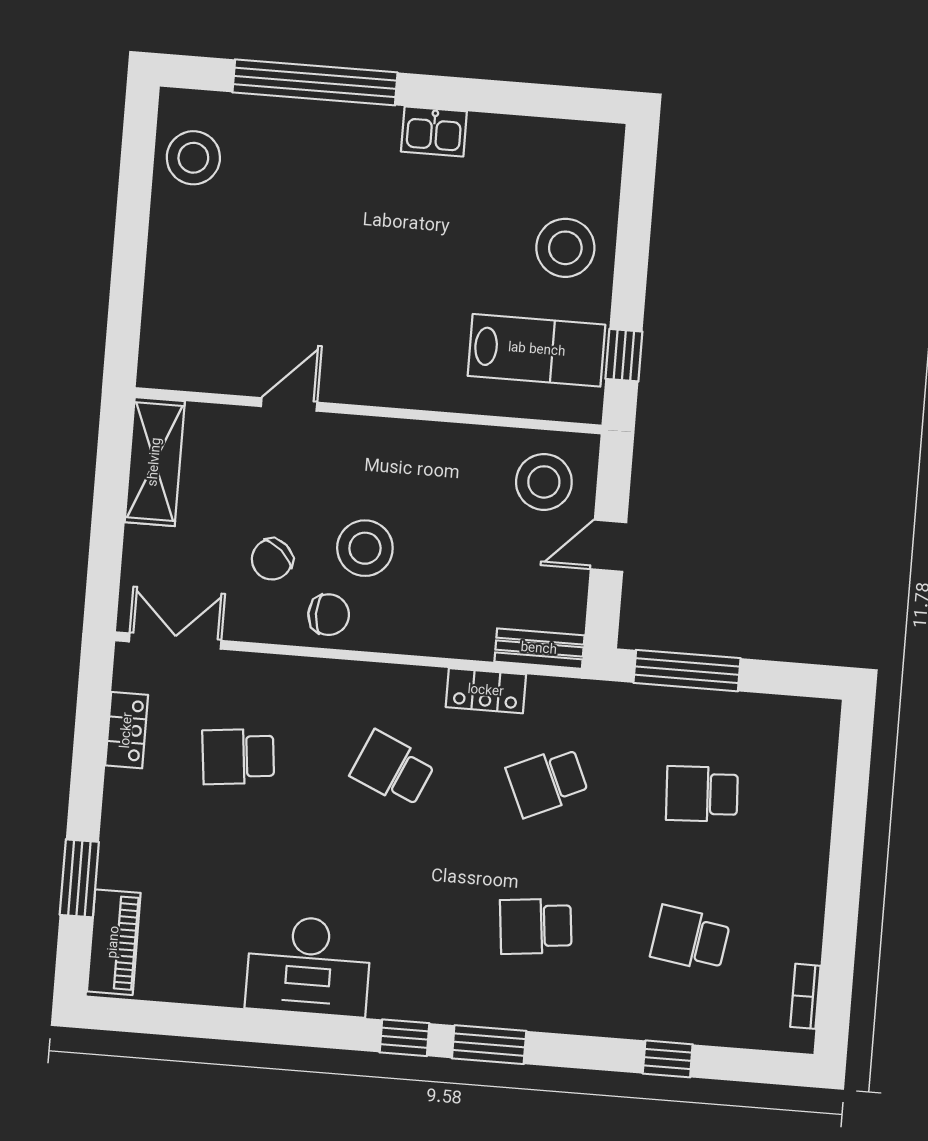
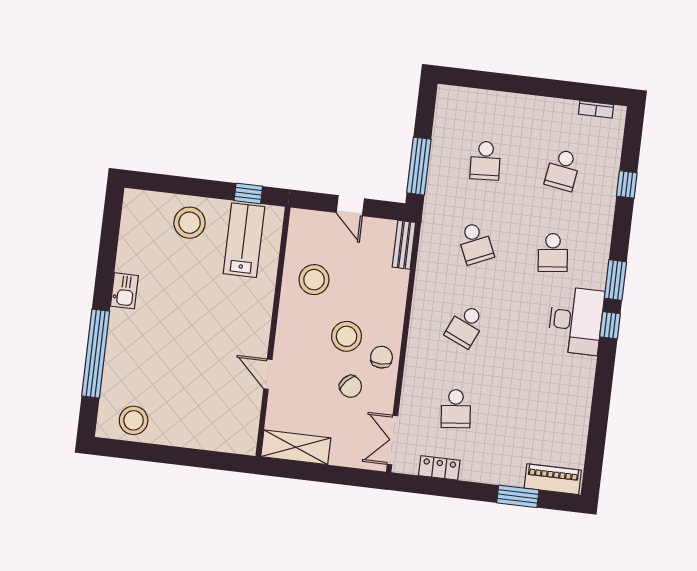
stool: (544, 482) -> (314, 280), moved
locker: (486, 691) -> (425, 274), removed
desk: (309, 966) -> (576, 321), moved

